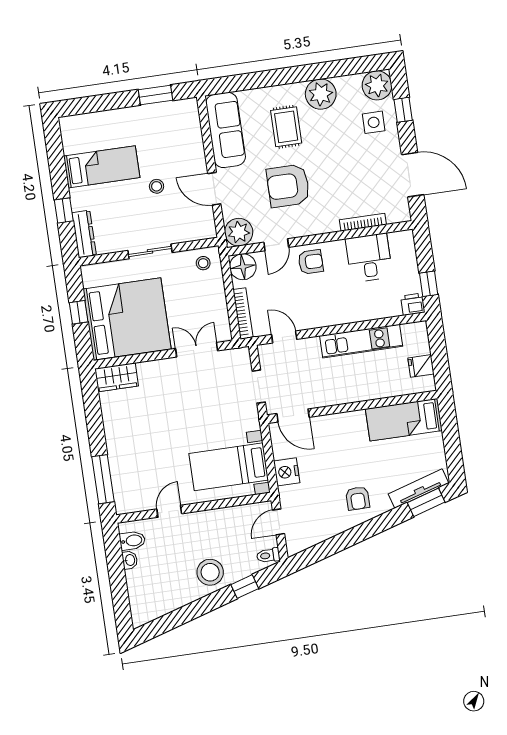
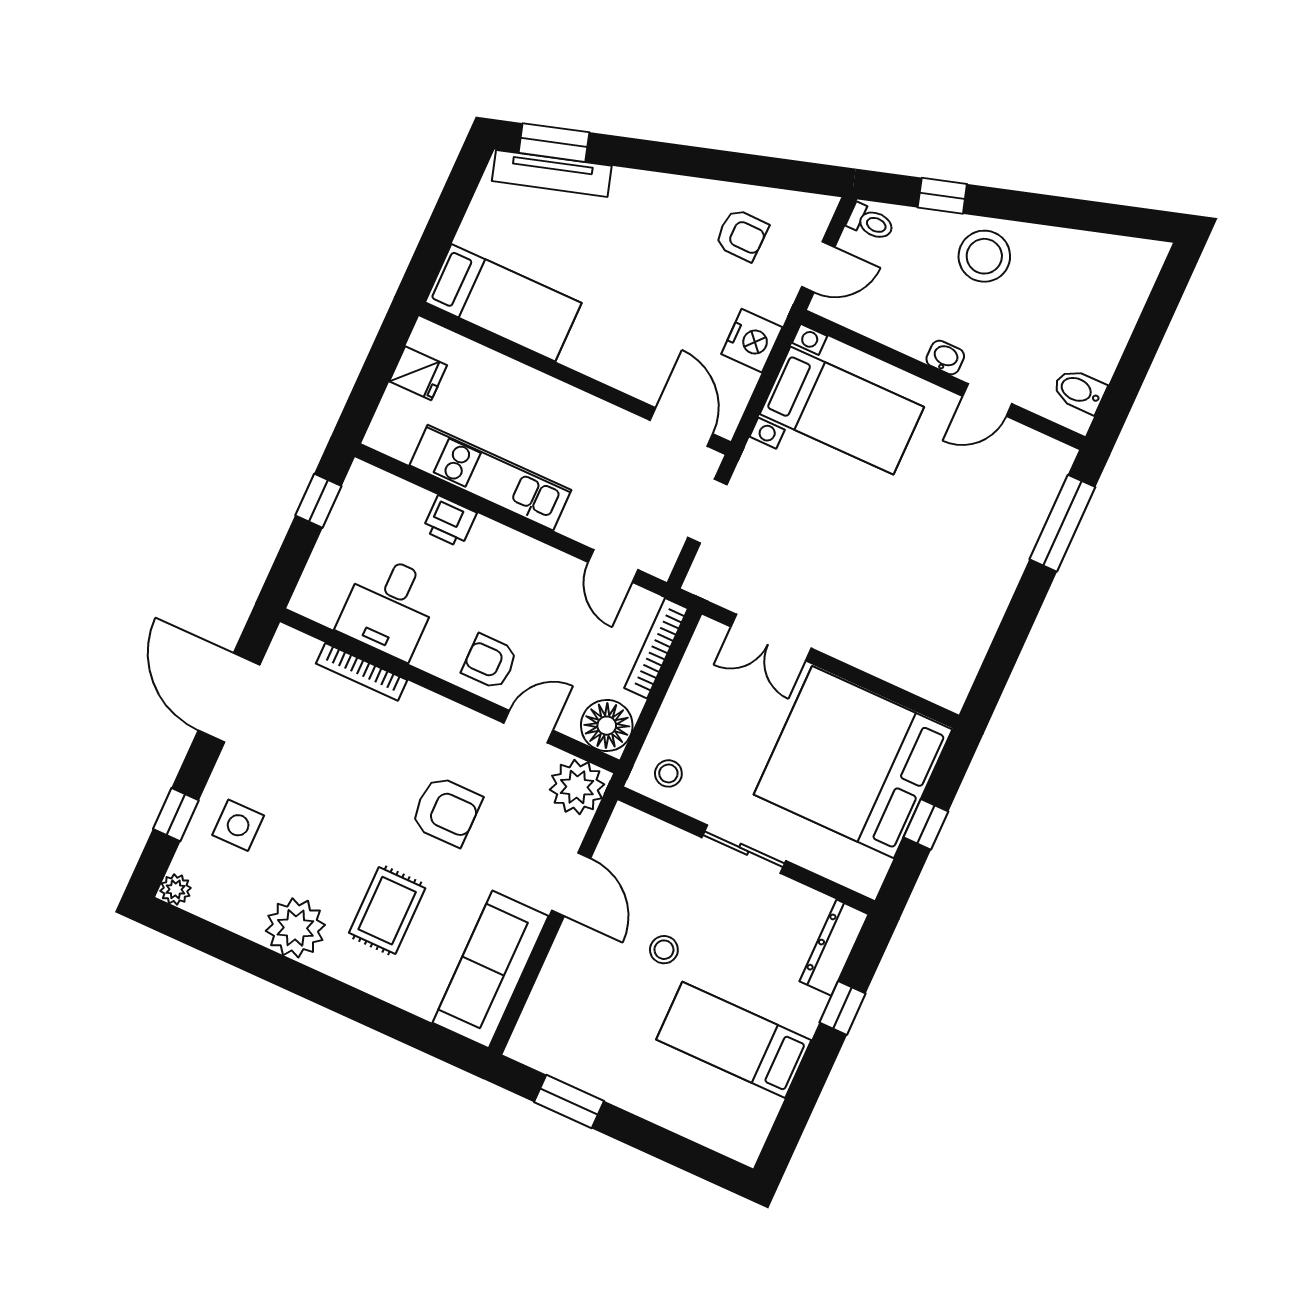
plant: (377, 85) -> (176, 889), width x0.53, depth x0.53
armchair: (288, 186) -> (446, 811), width x0.73, depth x0.73
printer: (413, 304) -> (450, 522), moved
wardrobe: (117, 377) -> (932, 677), removed
armchair: (358, 498) -> (742, 235), moved, turned 91
washbasin: (130, 560) -> (945, 358), moved, turned 90

